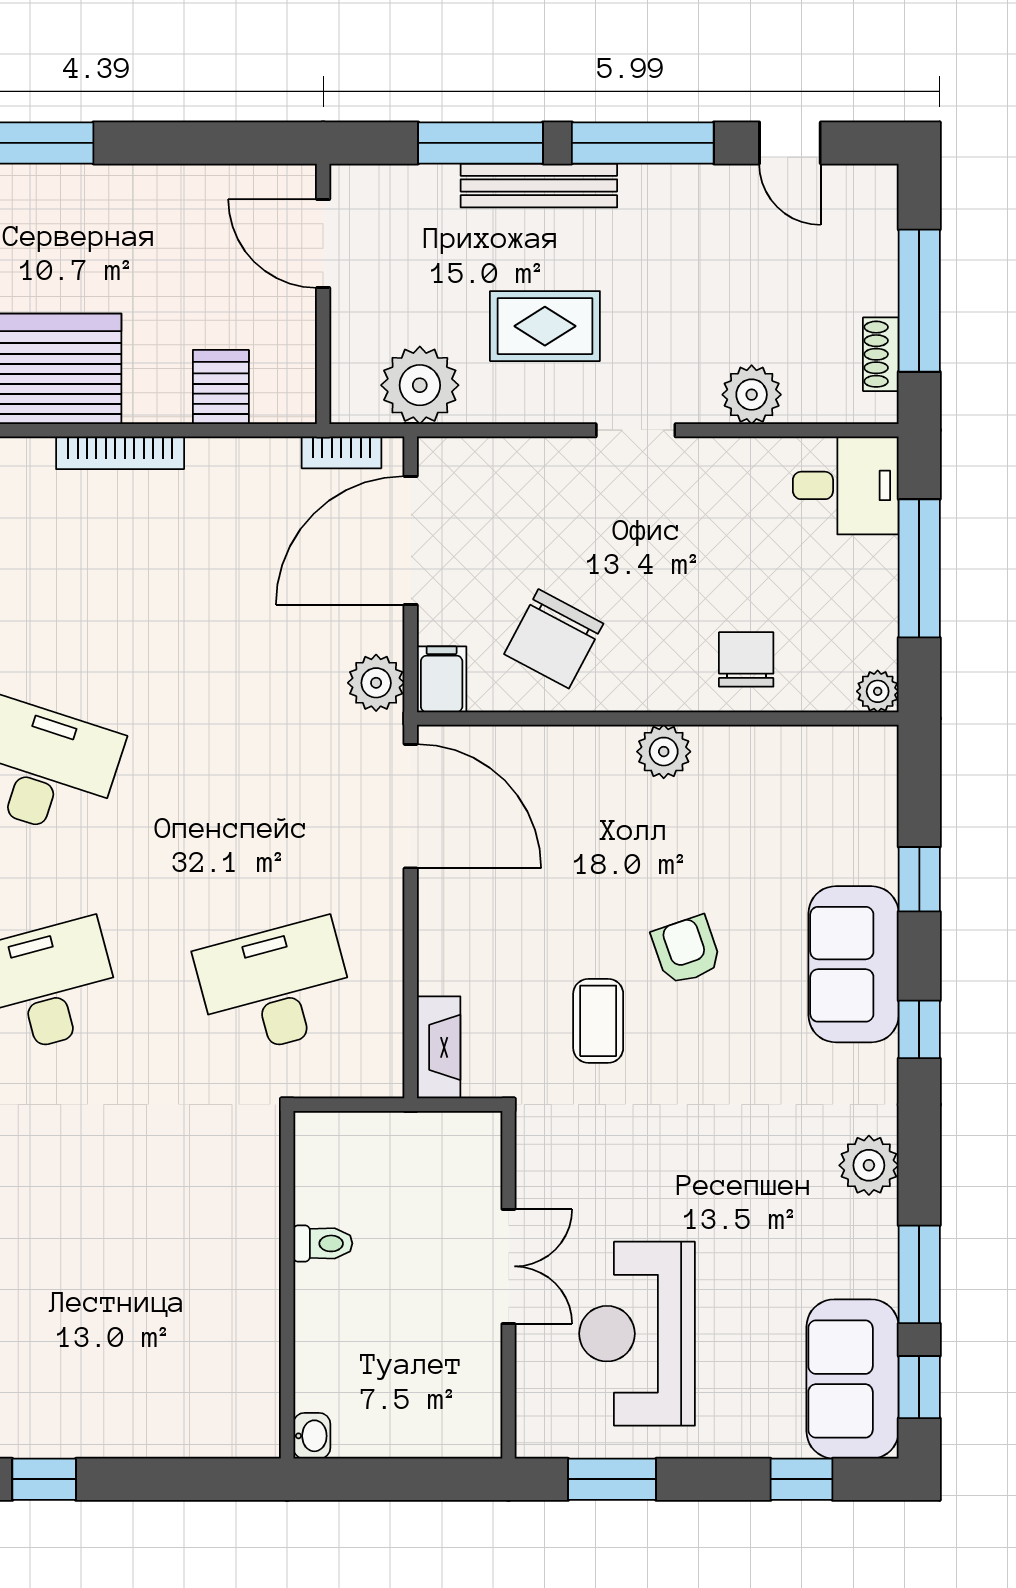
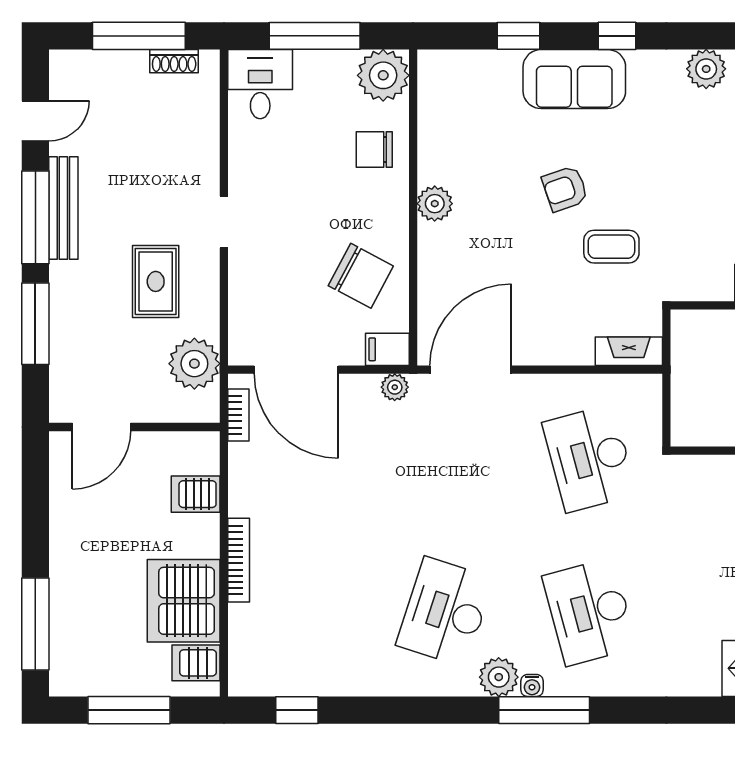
bench: (539, 185) -> (63, 208), moved
plant: (752, 395) -> (201, 146), removed
plant: (376, 683) -> (395, 387), width x0.73, depth x0.73
plant: (878, 691) -> (383, 75), width x1.88, depth x1.88

